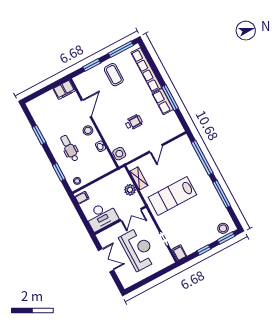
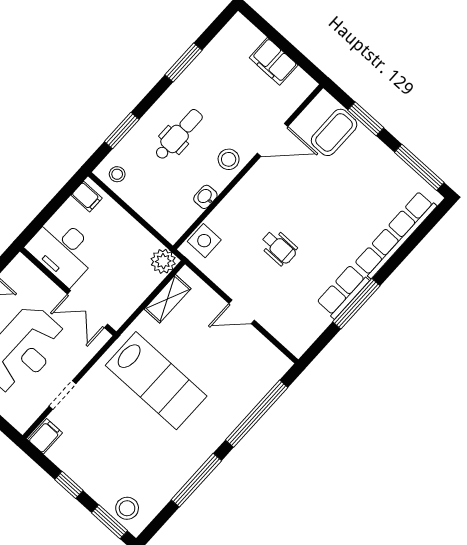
coffee table: (114, 75) -> (334, 132), moved
filing cabinet: (64, 90) -> (274, 61), moved
plant: (130, 190) -> (163, 261), moved
lab bench: (172, 196) -> (156, 381), turned 180

